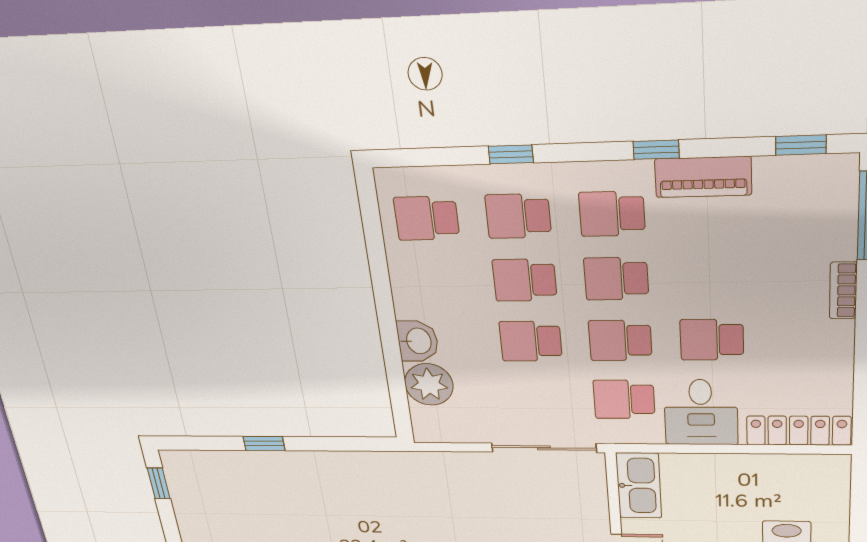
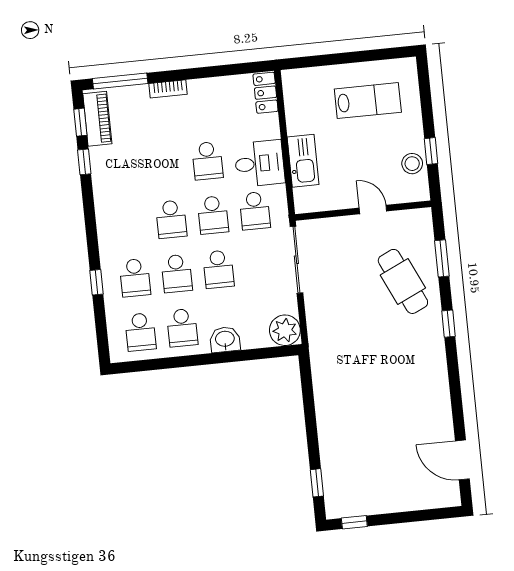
window: (656, 150) -> (84, 162), moved
piano: (703, 177) -> (97, 119), moved
school desk: (612, 214) -> (182, 328), moved
plant: (429, 384) -> (285, 330), moved
locker: (799, 431) -> (266, 93), width x0.66
window: (264, 443) -> (317, 483), moved
kitchen sink: (639, 486) -> (303, 161), moved, turned 90

